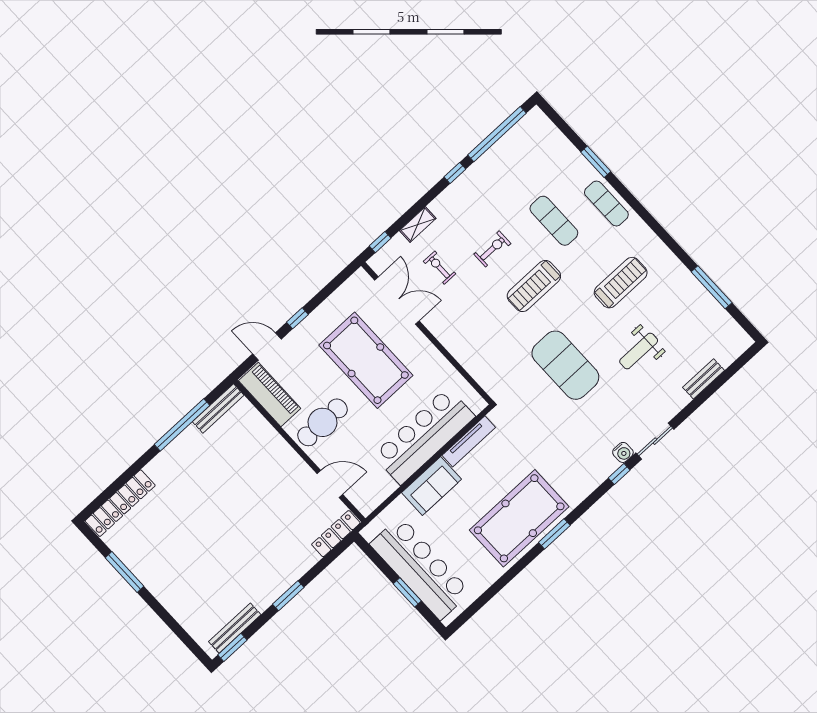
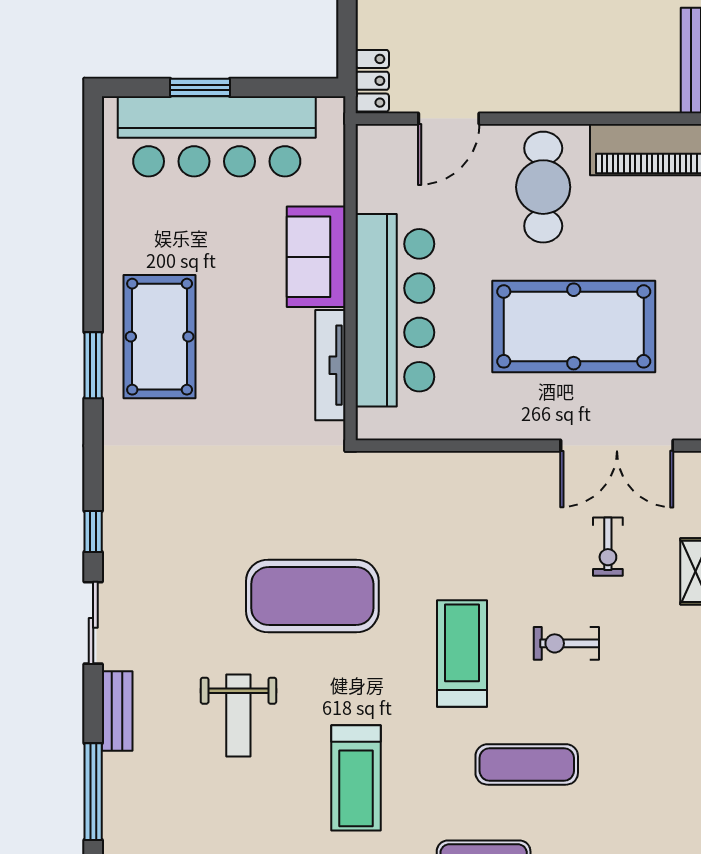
exercise bike: (492, 249) -> (566, 643), turned 90
exercise bike: (440, 268) -> (608, 547), turned 90
weight bench: (639, 351) -> (238, 715), turned 180
bench: (704, 379) -> (117, 711), moved
window: (721, 380) -> (93, 792), added
water cooler: (623, 452) -> (118, 564), removed
pool table: (519, 518) -> (160, 337), width x0.73, depth x0.76
locker: (336, 534) -> (372, 81), width x0.66

